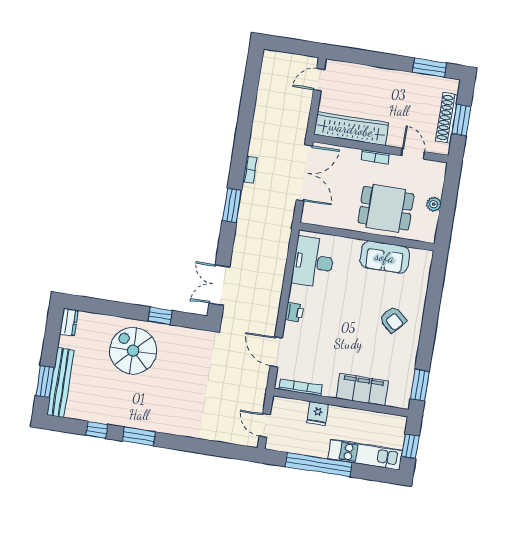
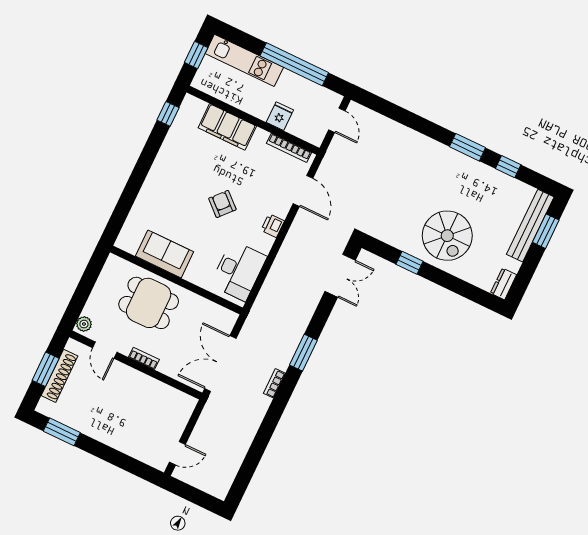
wardrobe: (351, 129) -> (159, 394), removed
plant: (434, 204) -> (84, 324), moved
armchair: (393, 320) -> (222, 204), moved
window: (420, 385) -> (168, 114), width x0.67

